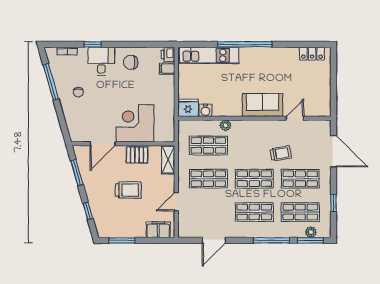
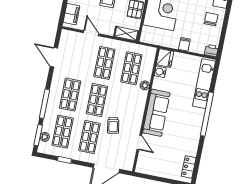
filing cabinet: (167, 69) -> (184, 44), moved
sofa: (263, 105) -> (156, 113), width x1.36

